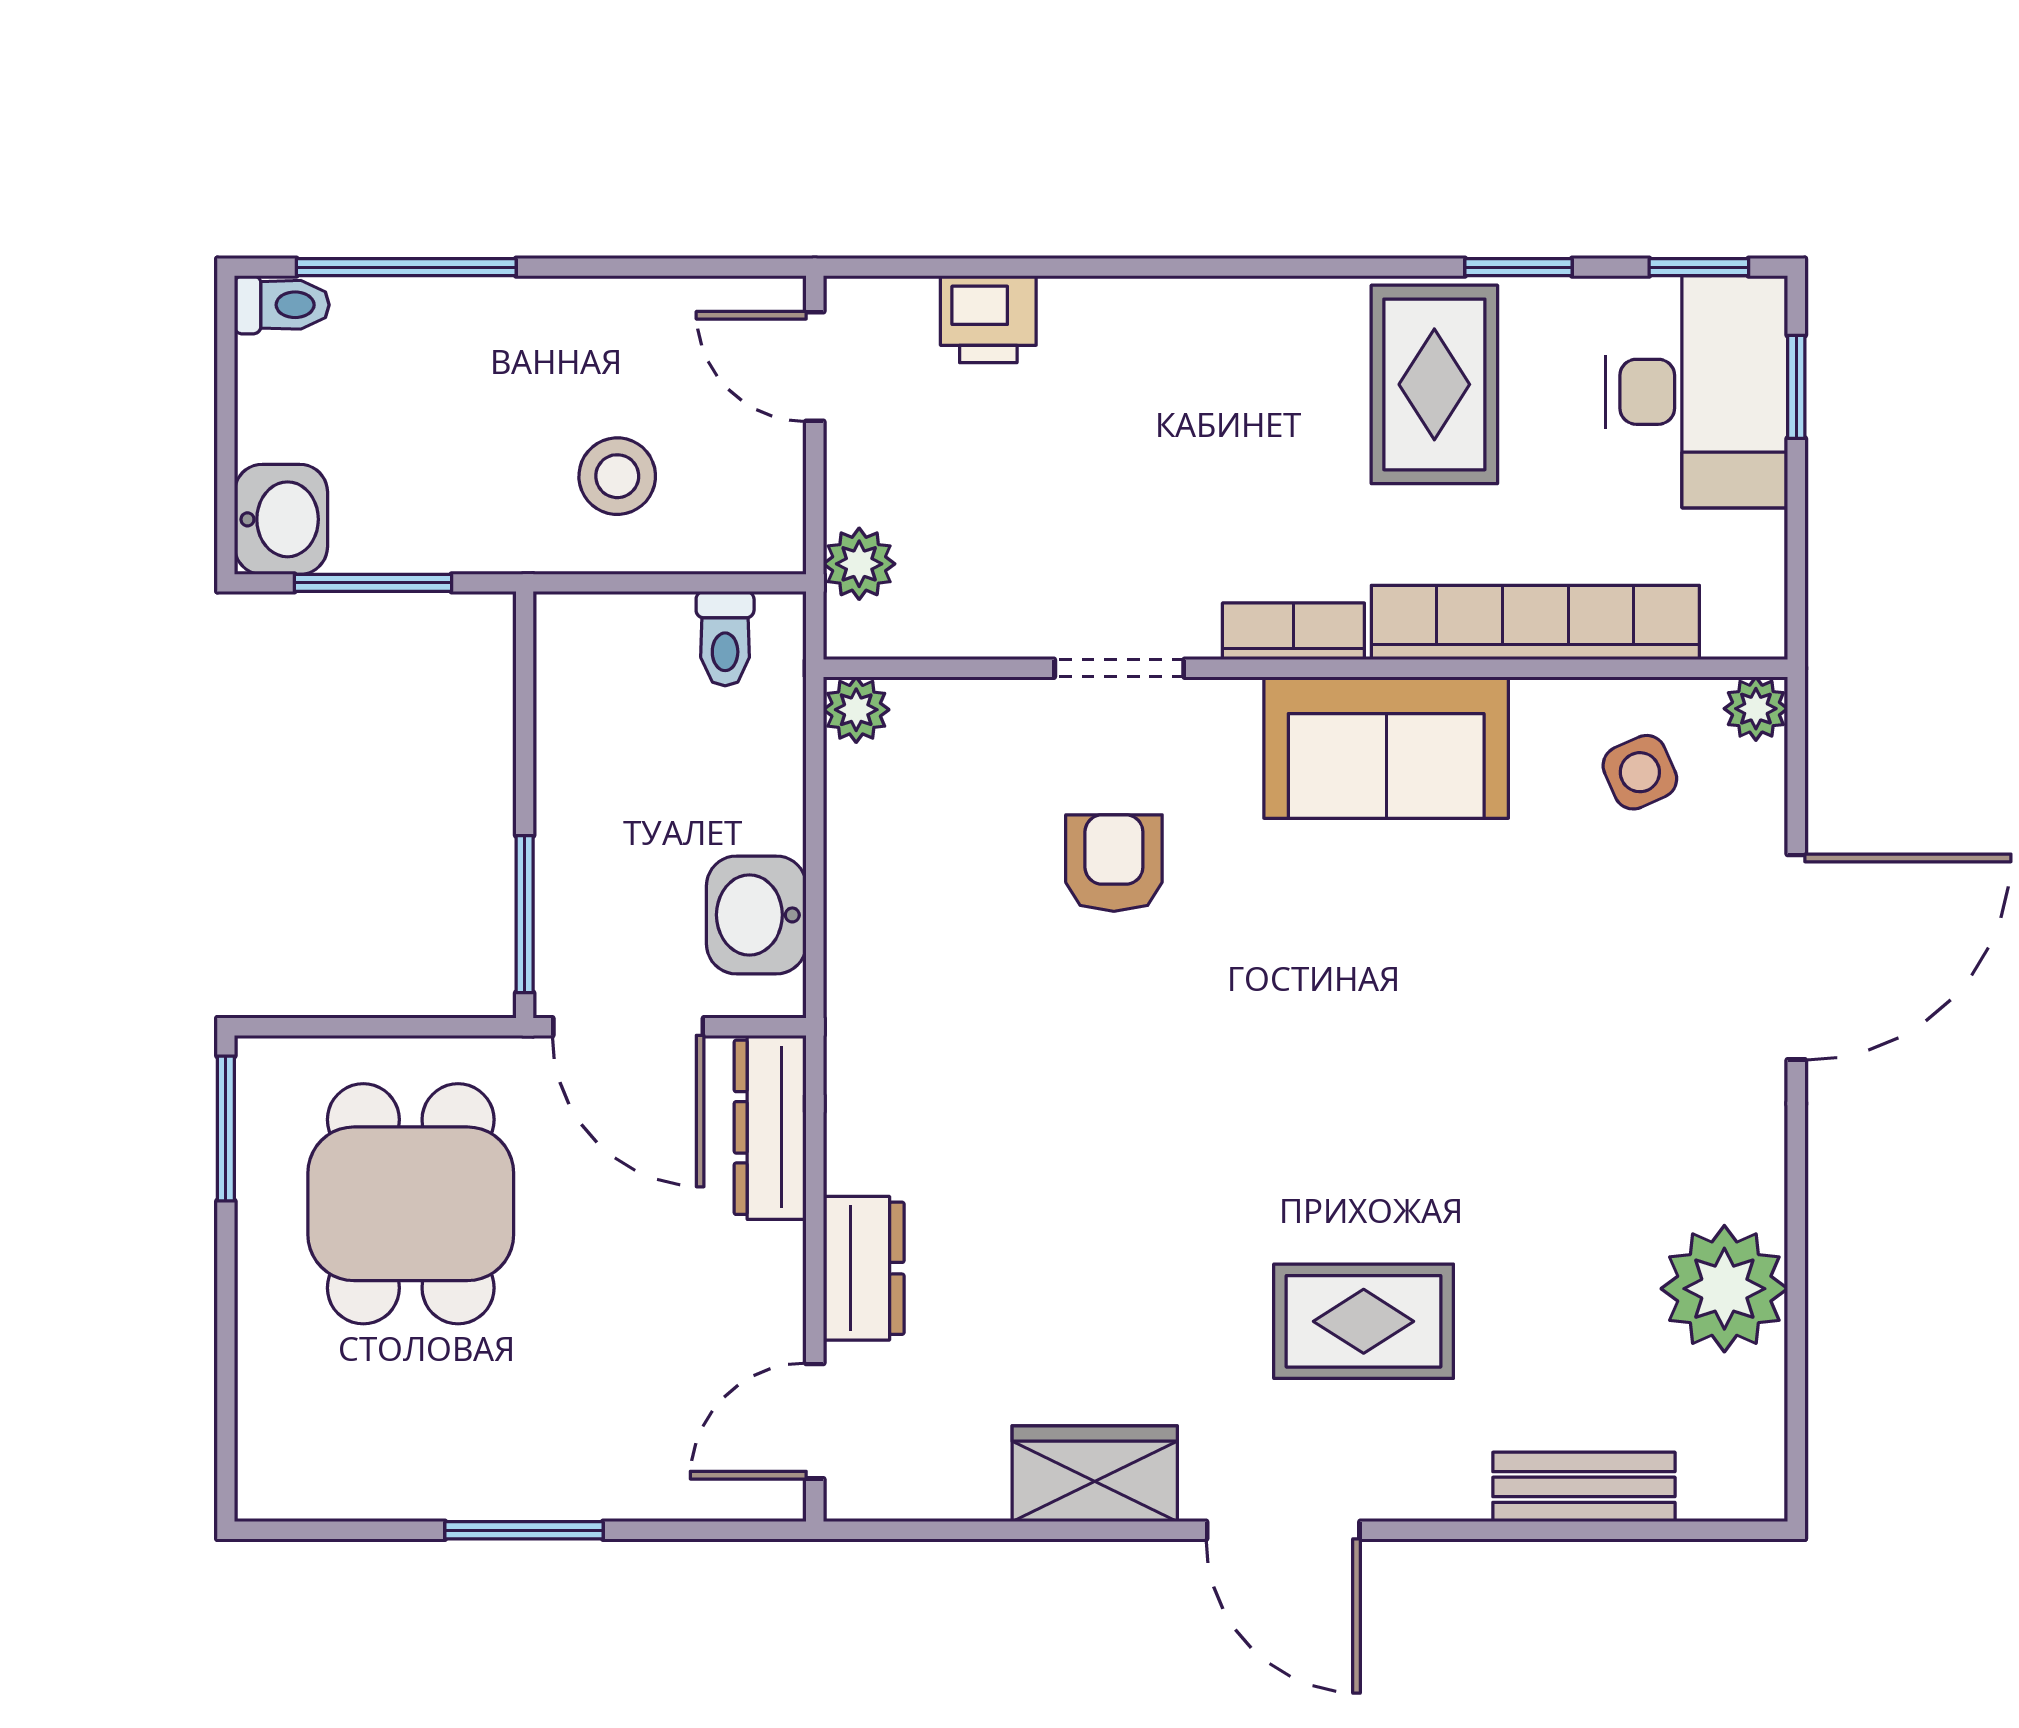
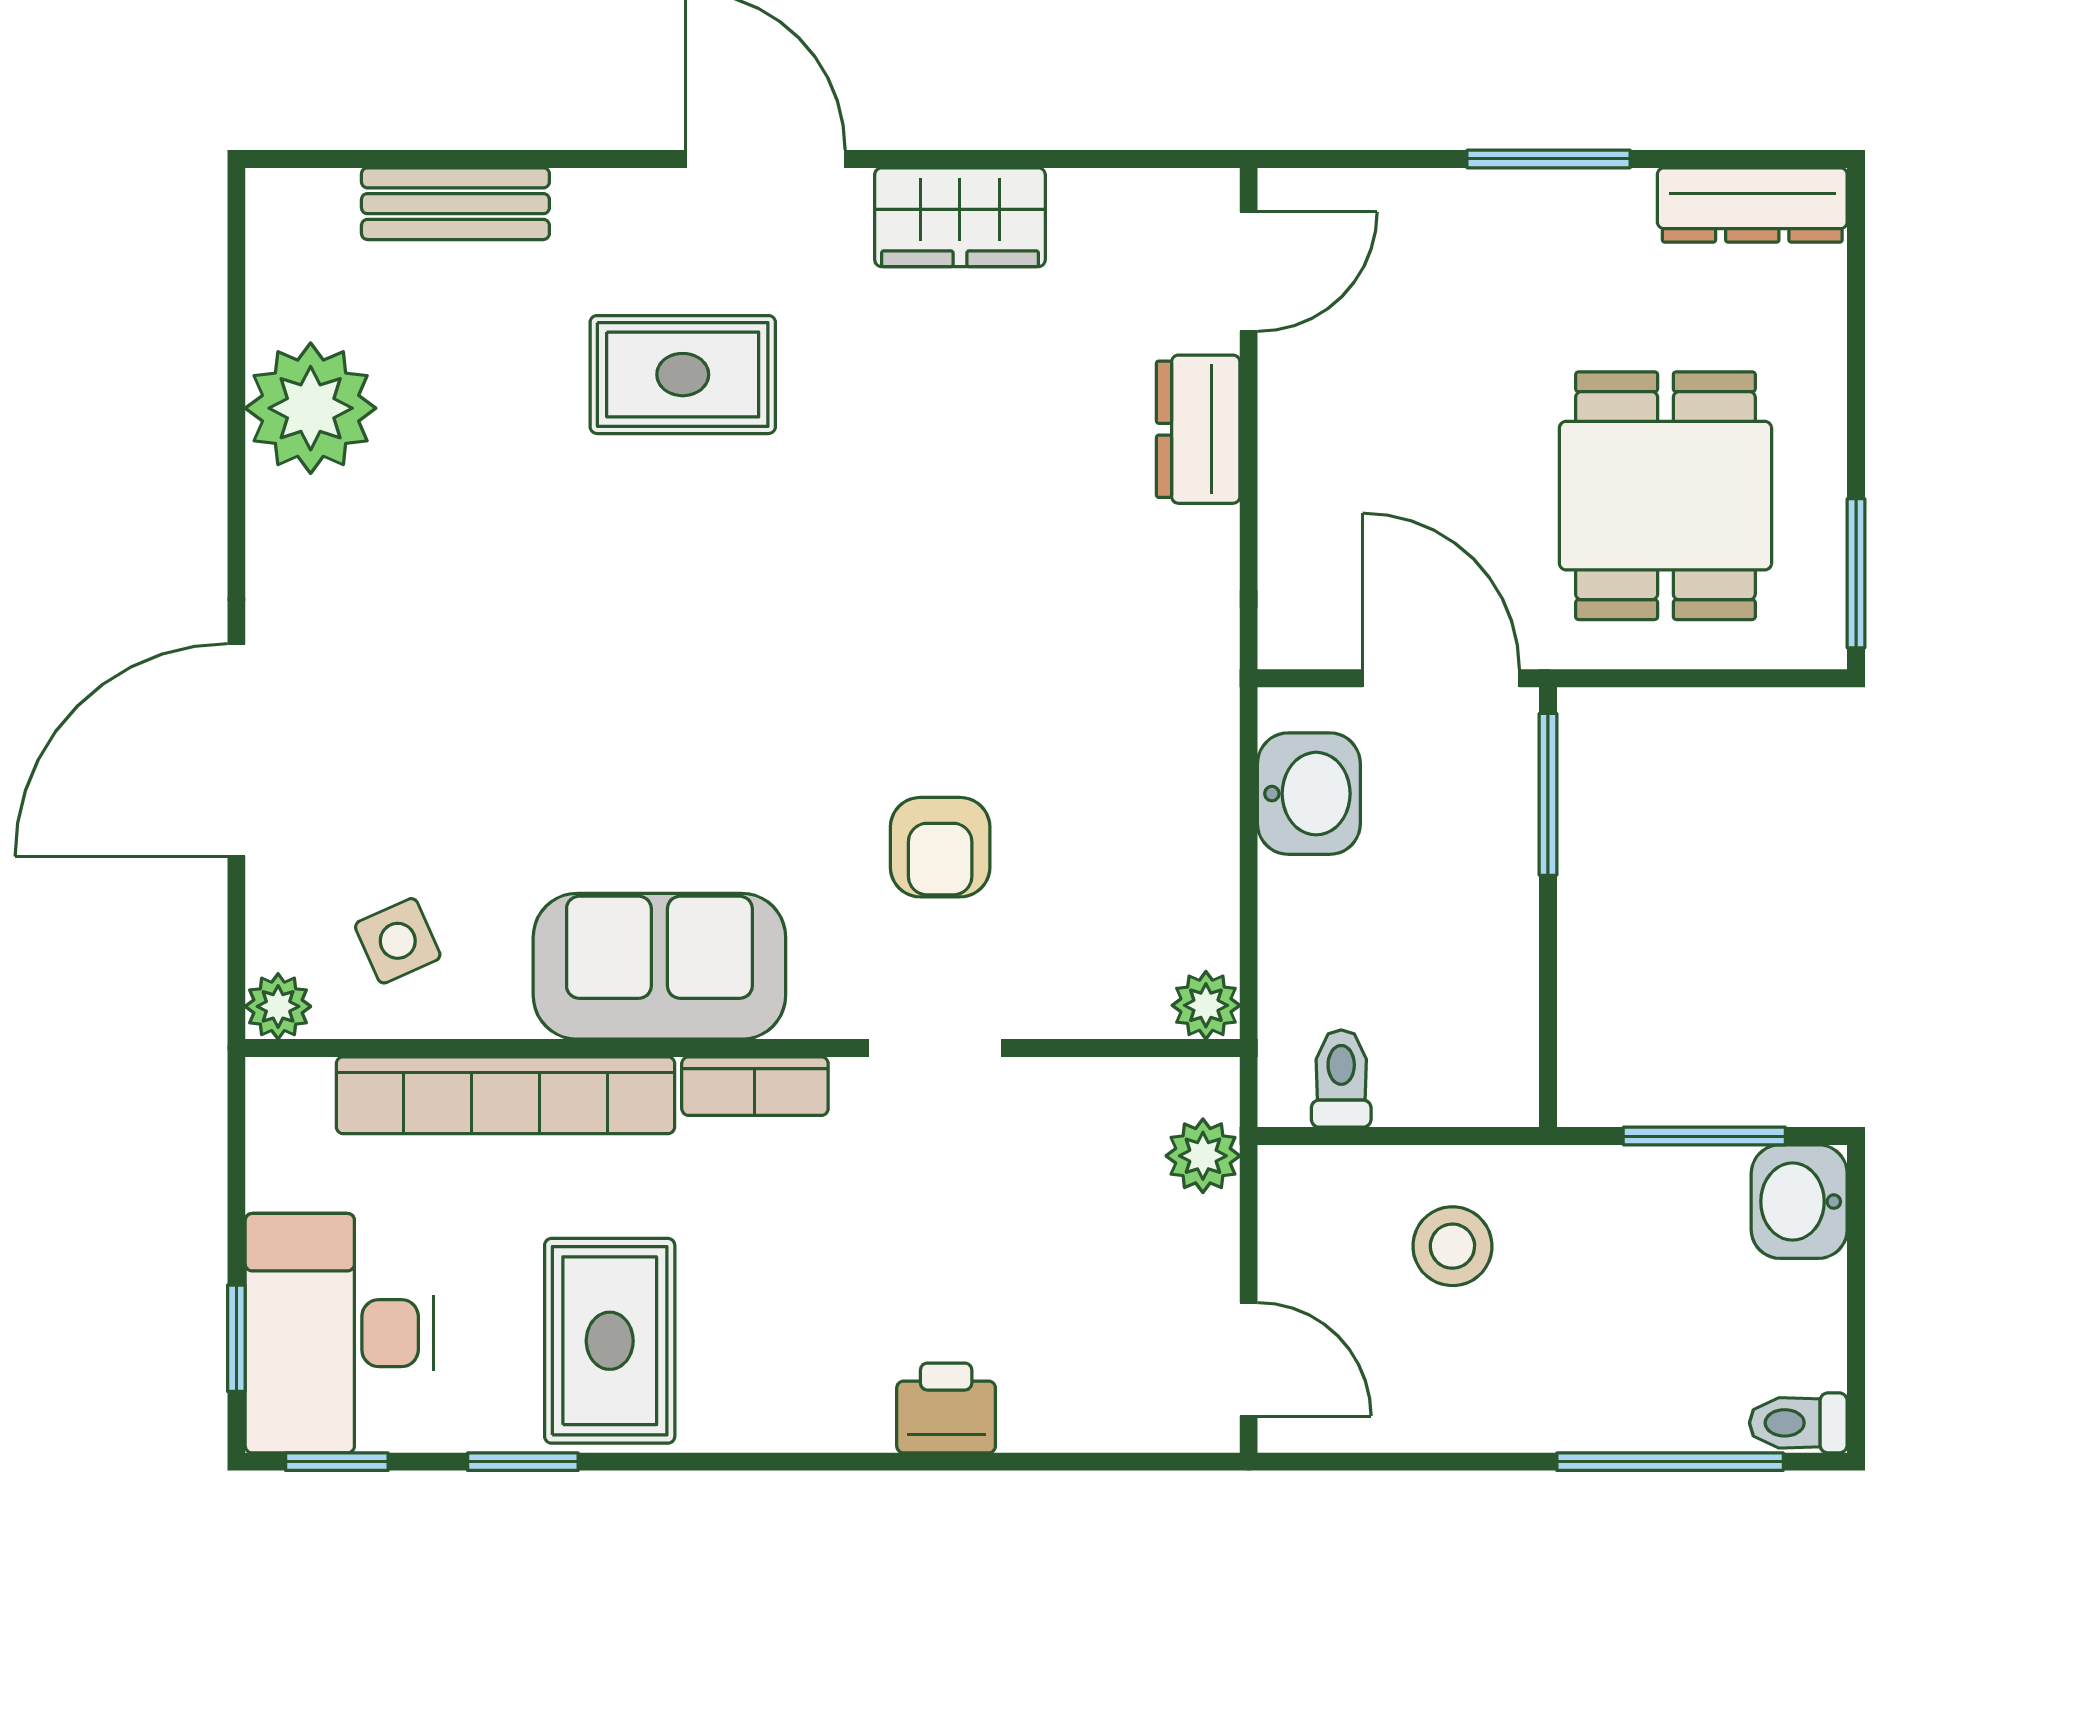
printer: (988, 319) -> (946, 1408), moved
dresser: (770, 1127) -> (1752, 205), moved, turned 90

